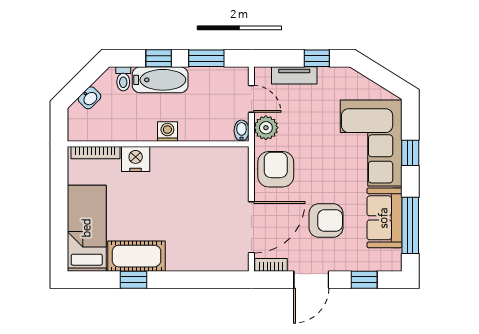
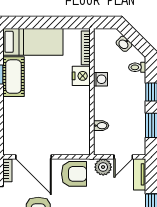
tv unit: (294, 75) -> (140, 174), moved
bathtub: (160, 80) -> (136, 93), removed
washing machine: (167, 131) -> (100, 79), moved
bidet: (242, 131) -> (101, 126), moved

